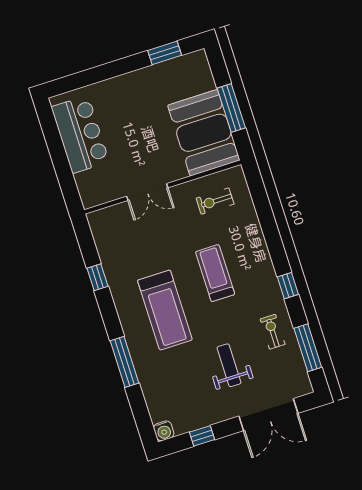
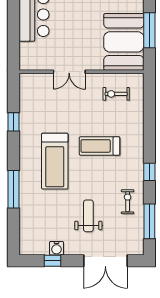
treadmill: (215, 273) -> (100, 146), turned -90
water cooler: (164, 431) -> (56, 248), moved

